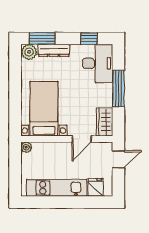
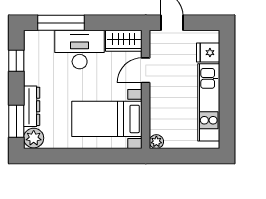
desk: (98, 63) -> (80, 50), moved
window: (118, 89) -> (61, 23), moved
door: (82, 139) -> (146, 70), swing flipped

